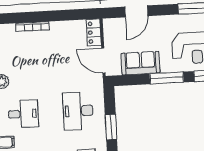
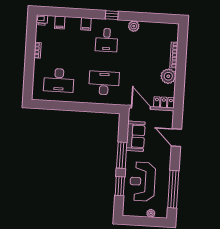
plant: (60, 31) -> (168, 76), added
door: (103, 61) -> (141, 107), hinge flipped
window: (111, 127) -> (88, 107), removed

